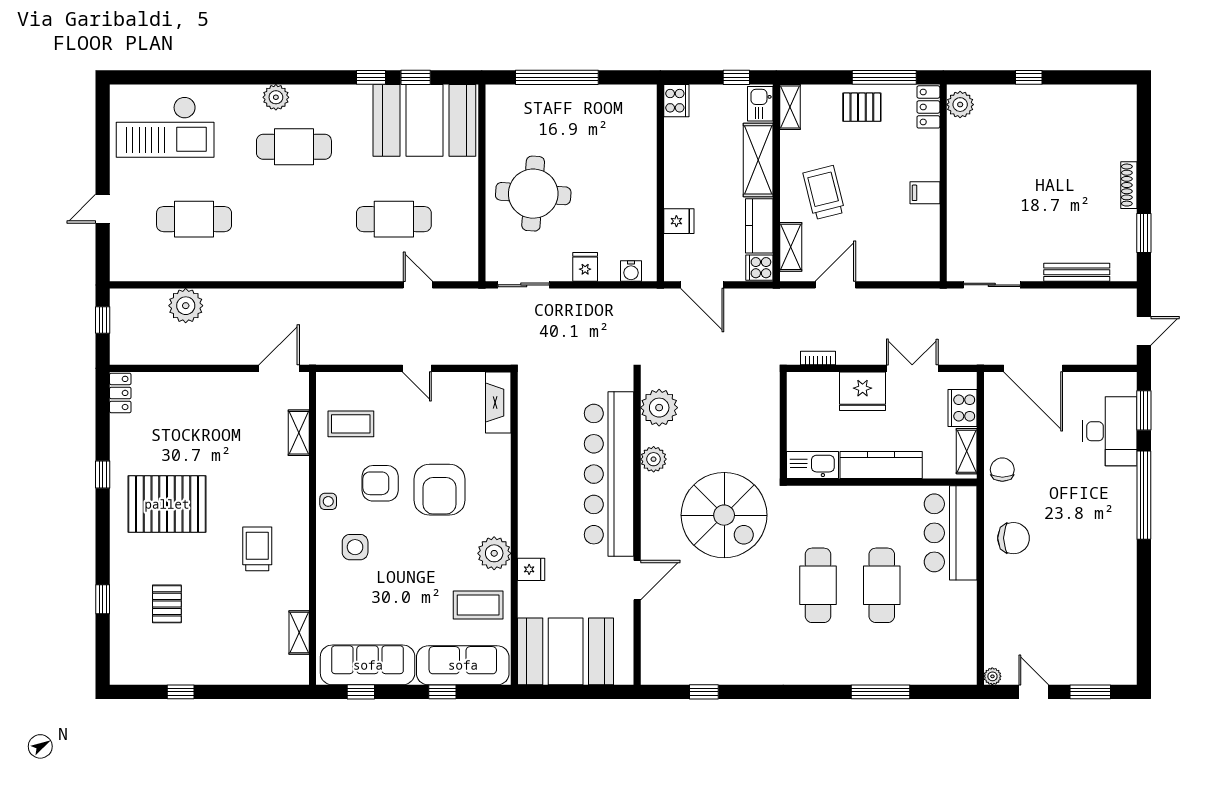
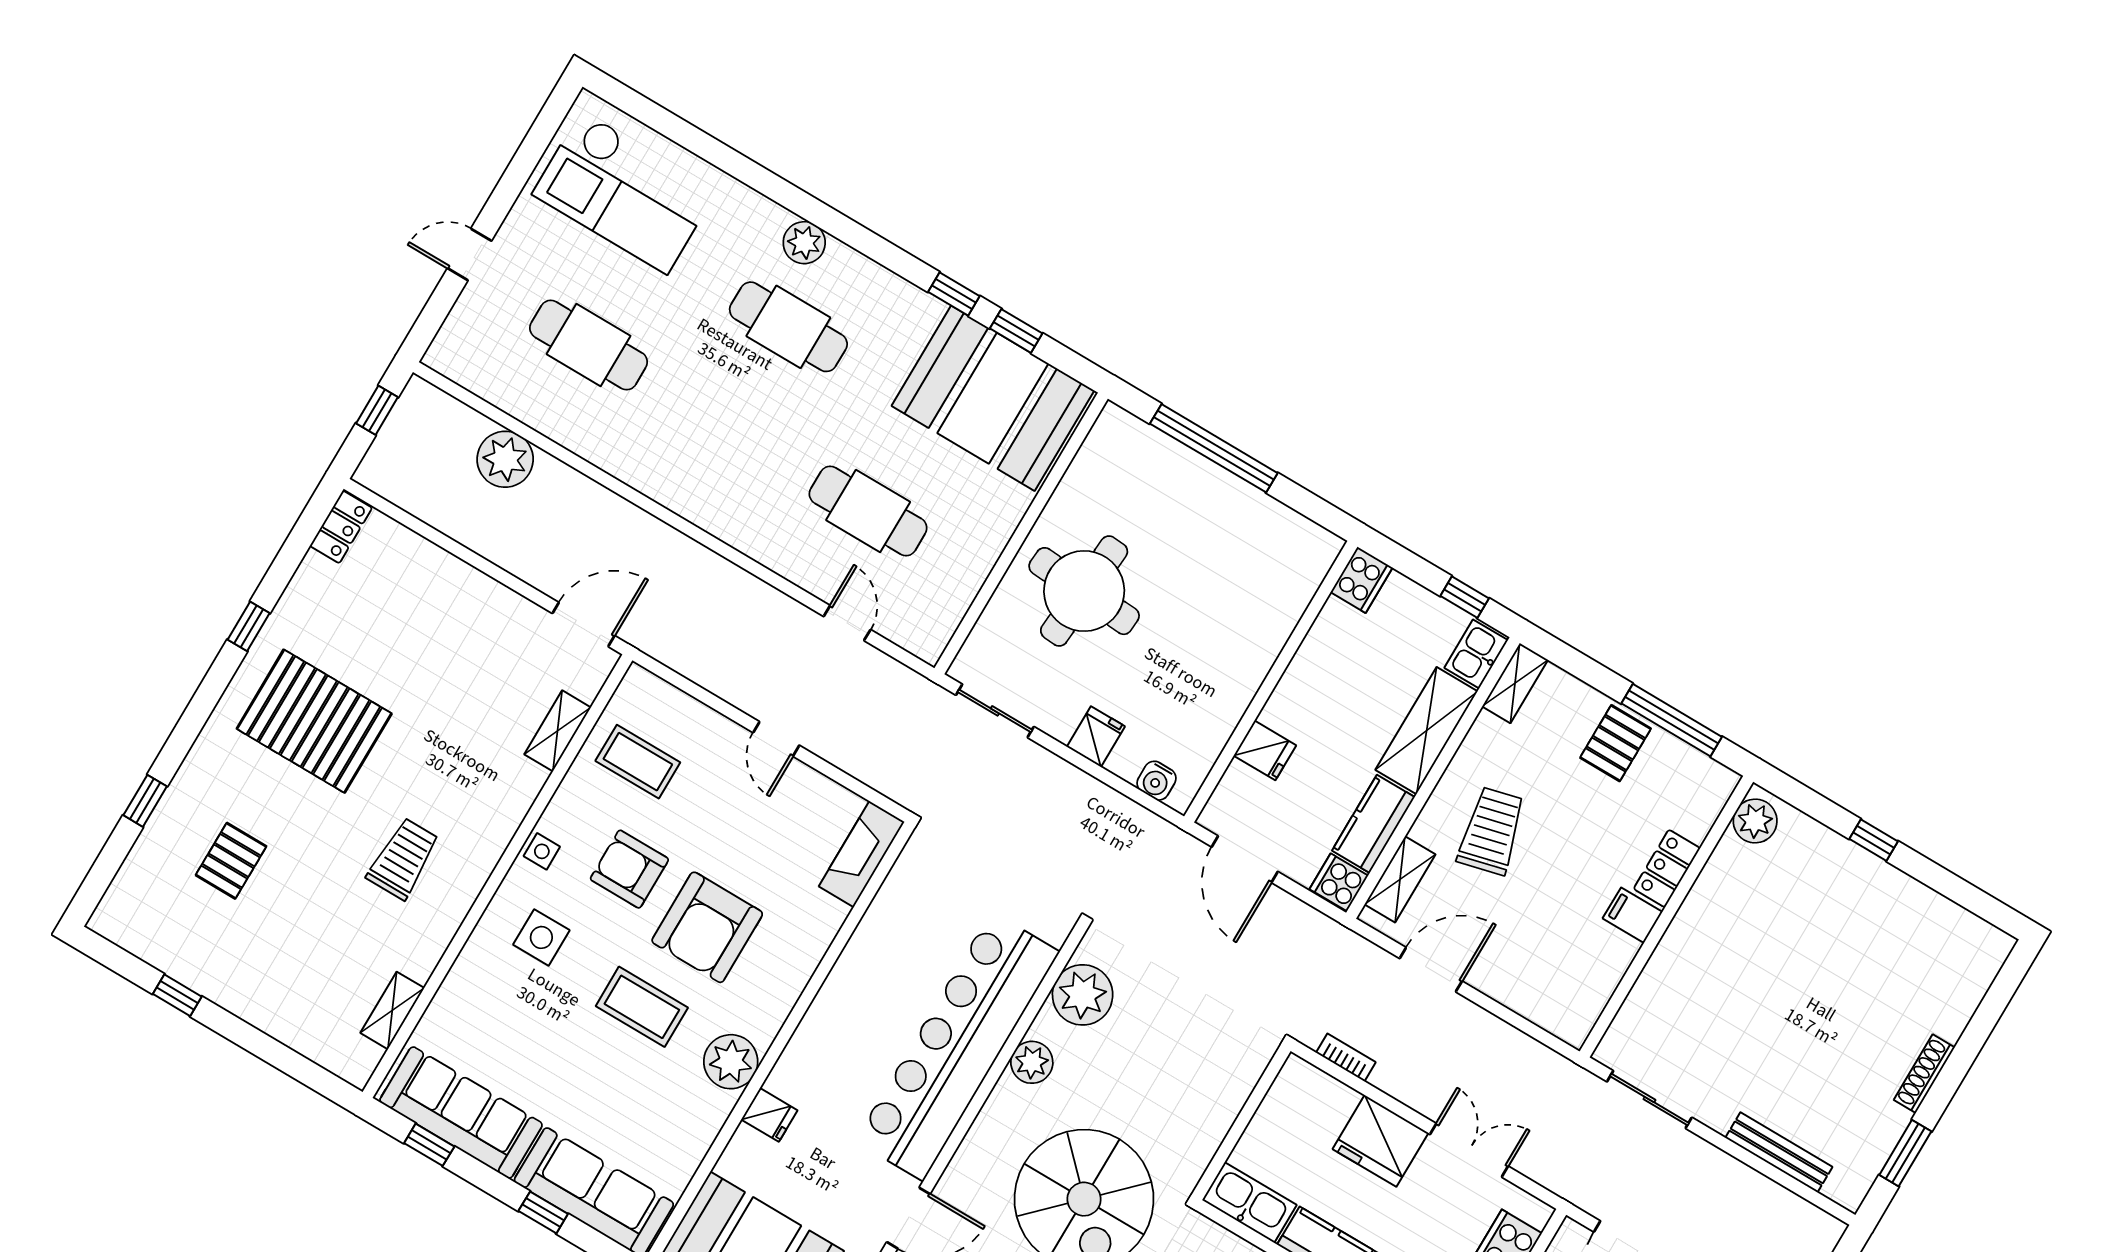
pallet: (862, 107) -> (1616, 743), turned 90
locker: (928, 107) -> (1667, 868), moved
coffee table: (478, 605) -> (642, 1007), moved

